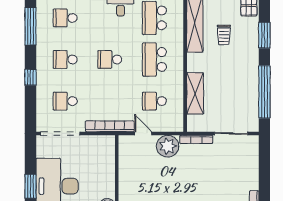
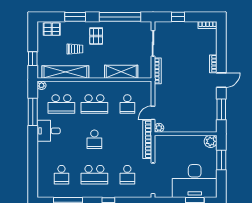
school desk: (65, 60) -> (94, 175), width x1.85
pallet: (240, 62) -> (96, 36), added
plant: (168, 146) -> (159, 128), moved, width x0.53, depth x0.53
window: (264, 165) -> (178, 17), added

